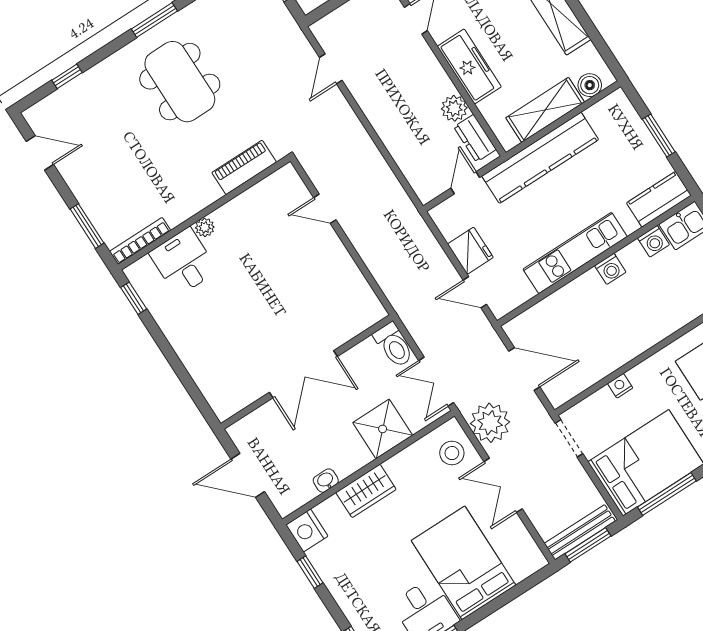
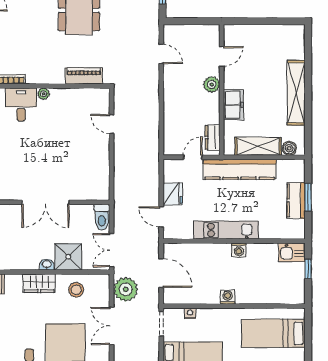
freezer: (469, 66) -> (233, 105), width x0.71
door: (331, 69) -> (161, 54), swing flipped
plant: (454, 108) -> (212, 84), moved
kitchen counter: (659, 199) -> (296, 200), moved, turned -90
washing machine: (653, 241) -> (228, 297), moved, turned 180
nightstand: (620, 386) -> (190, 313), moved
stool: (452, 453) -> (76, 290), moved
washbasin: (326, 481) -> (47, 265), moved

